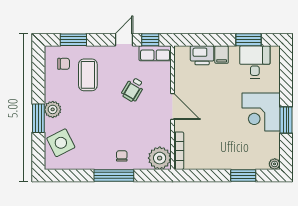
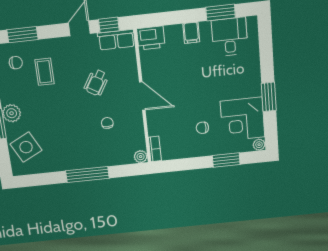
printer: (202, 55) -> (151, 38), moved
coffee table: (88, 75) -> (44, 72), width x0.73, depth x0.77
corner desk: (261, 112) -> (243, 119), moved
chair: (224, 142) -> (202, 128), added
bookcase: (179, 151) -> (155, 149), width x0.64
chair: (122, 156) -> (107, 123), moved
plant: (160, 158) -> (141, 157), width x0.53, depth x0.53

